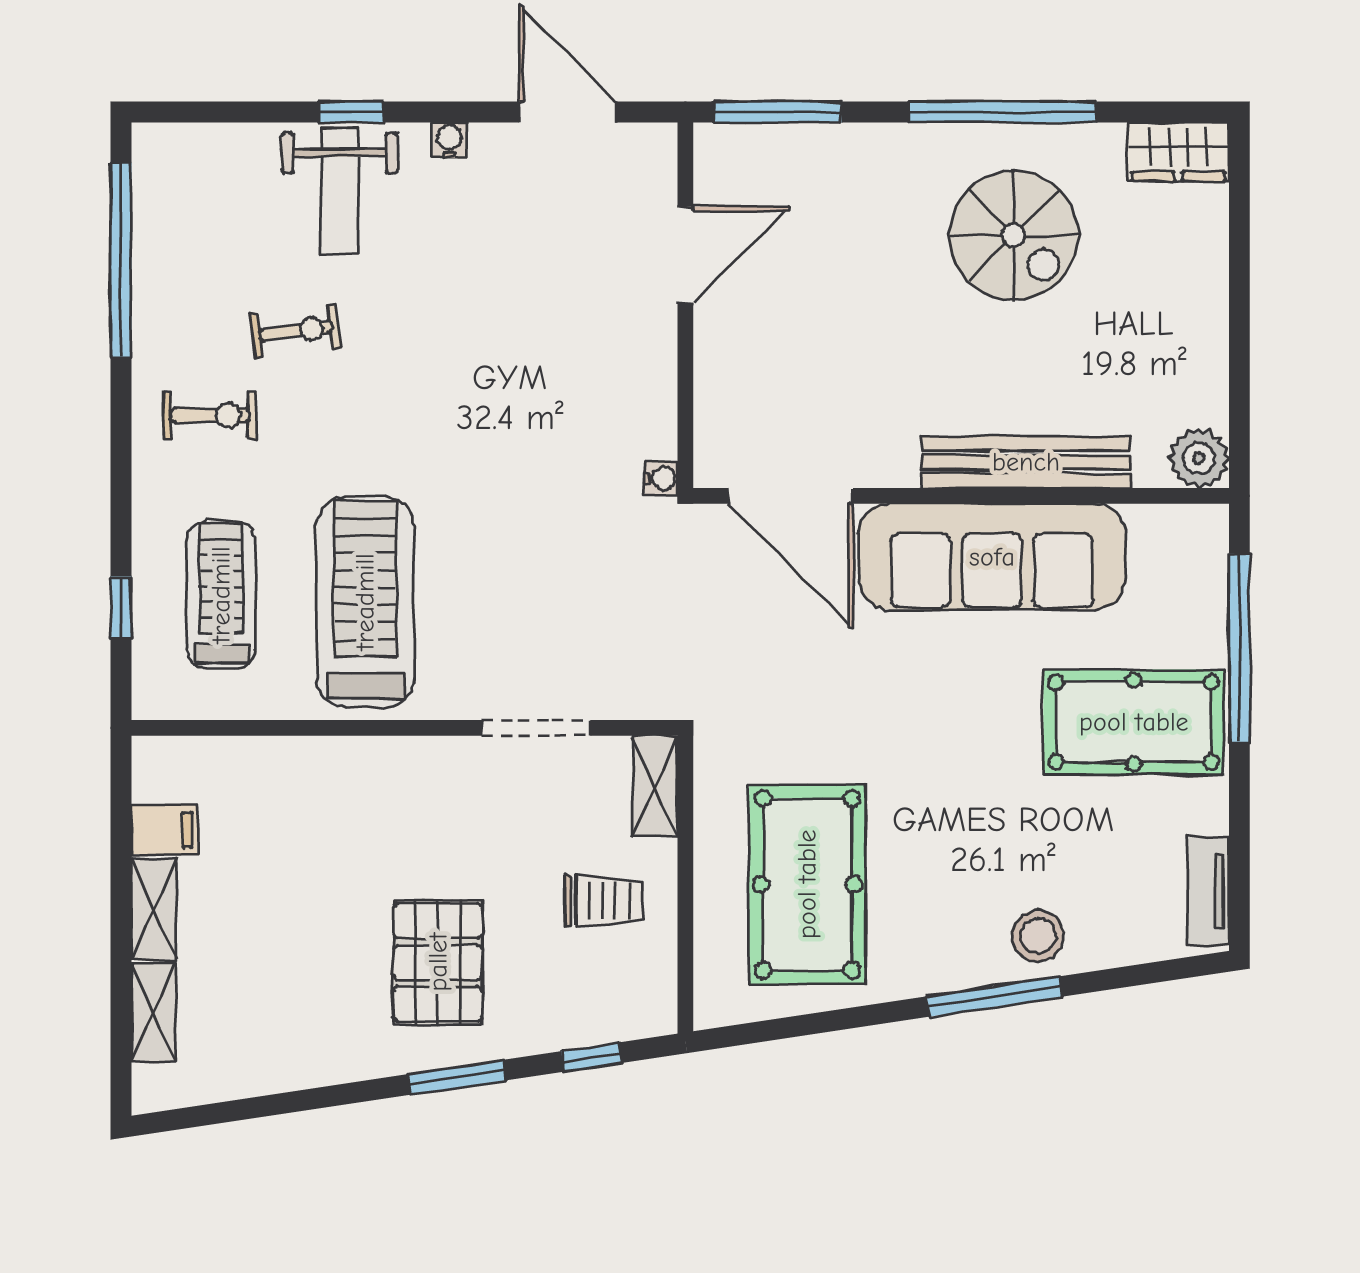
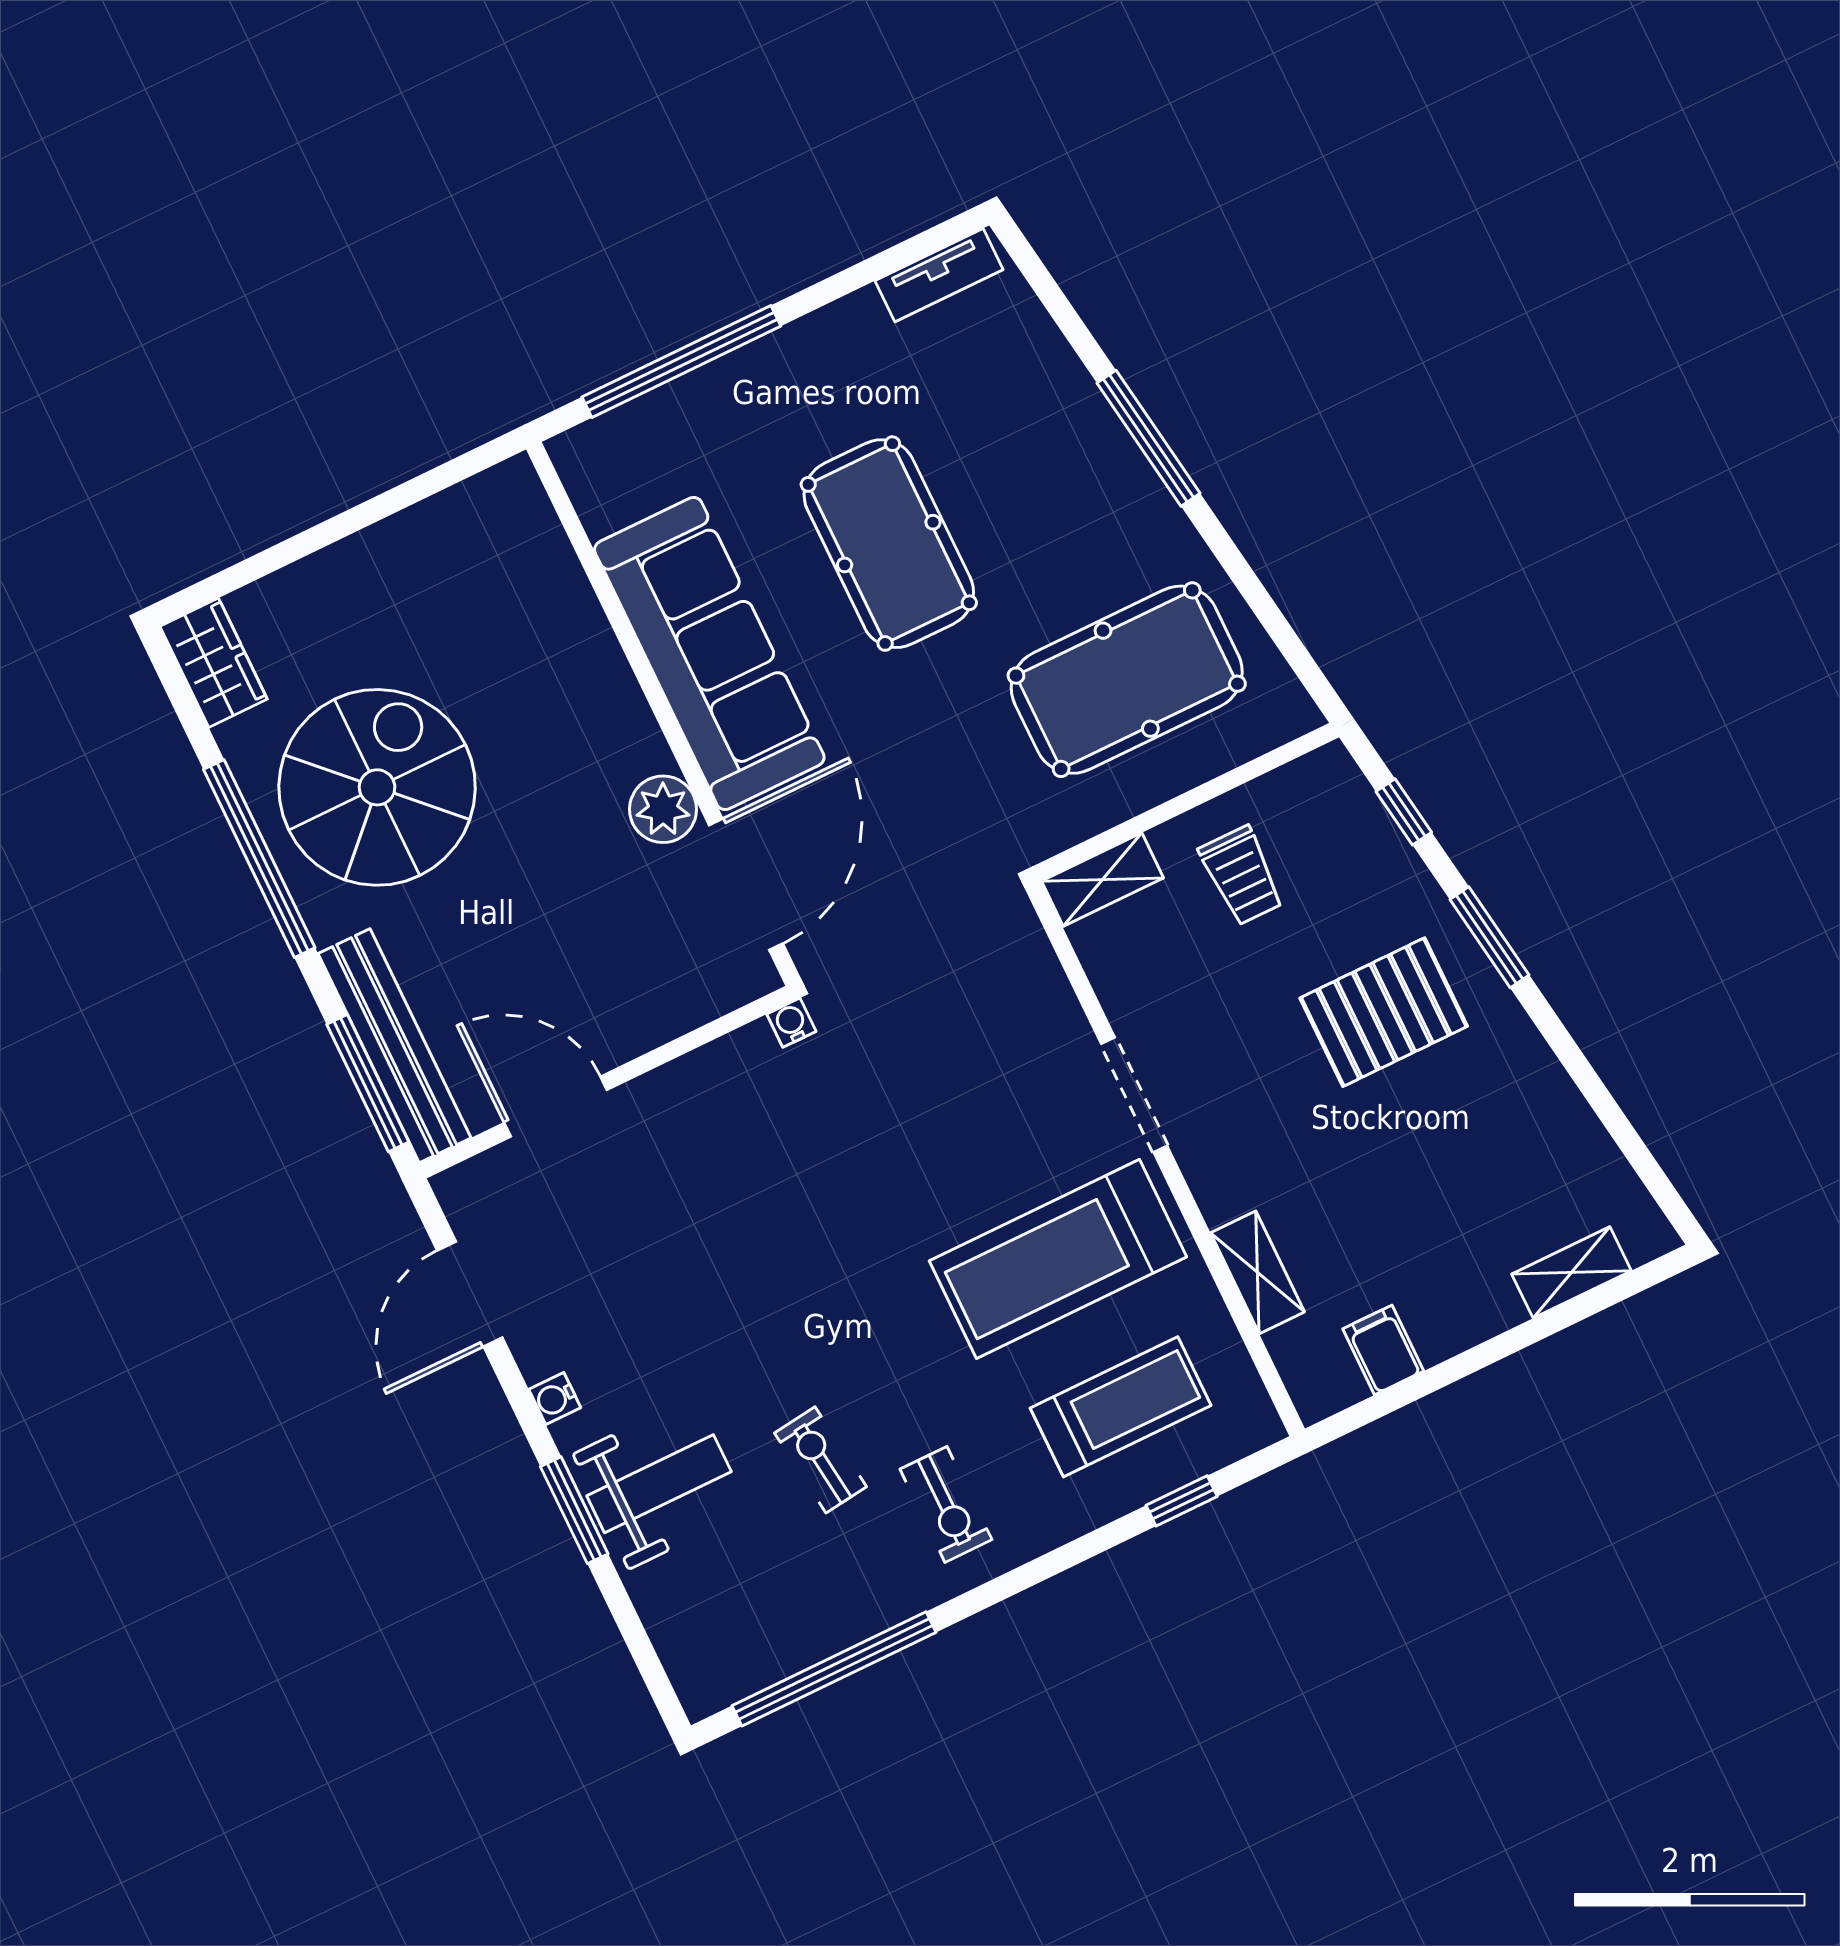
window: (351, 112) -> (574, 1510), width x1.50
spiral stairs: (1014, 235) -> (377, 787), width x1.37, depth x1.37
exercise bike: (210, 415) -> (946, 1504), turned 180
plant: (1199, 458) -> (663, 809), moved
bench: (1026, 462) -> (395, 1046), moved
treadmill: (221, 595) -> (1121, 1407), turned 180
pool table: (1134, 722) -> (889, 544), moved
doorway: (536, 728) -> (1134, 1095), moved
trolley: (604, 901) -> (1242, 876), turned 180
shelving: (154, 909) -> (1258, 1272), moved, turned 90
stool: (1038, 936) -> (1067, 424), removed

